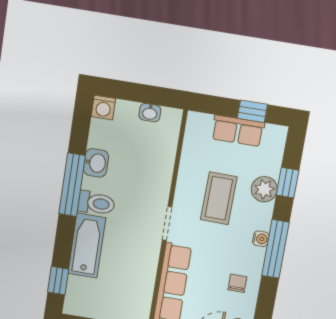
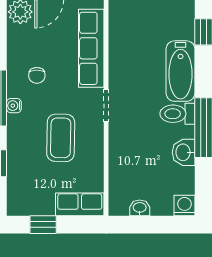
row of seats: (238, 131) -> (80, 204), moved
plant: (264, 189) -> (19, 154), removed
chair: (237, 283) -> (37, 75), moved

